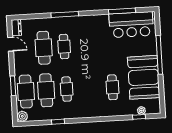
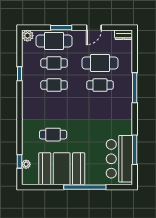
door: (11, 44) -> (94, 28), moved
cafe table: (46, 90) -> (54, 63), width x0.73, depth x0.74

